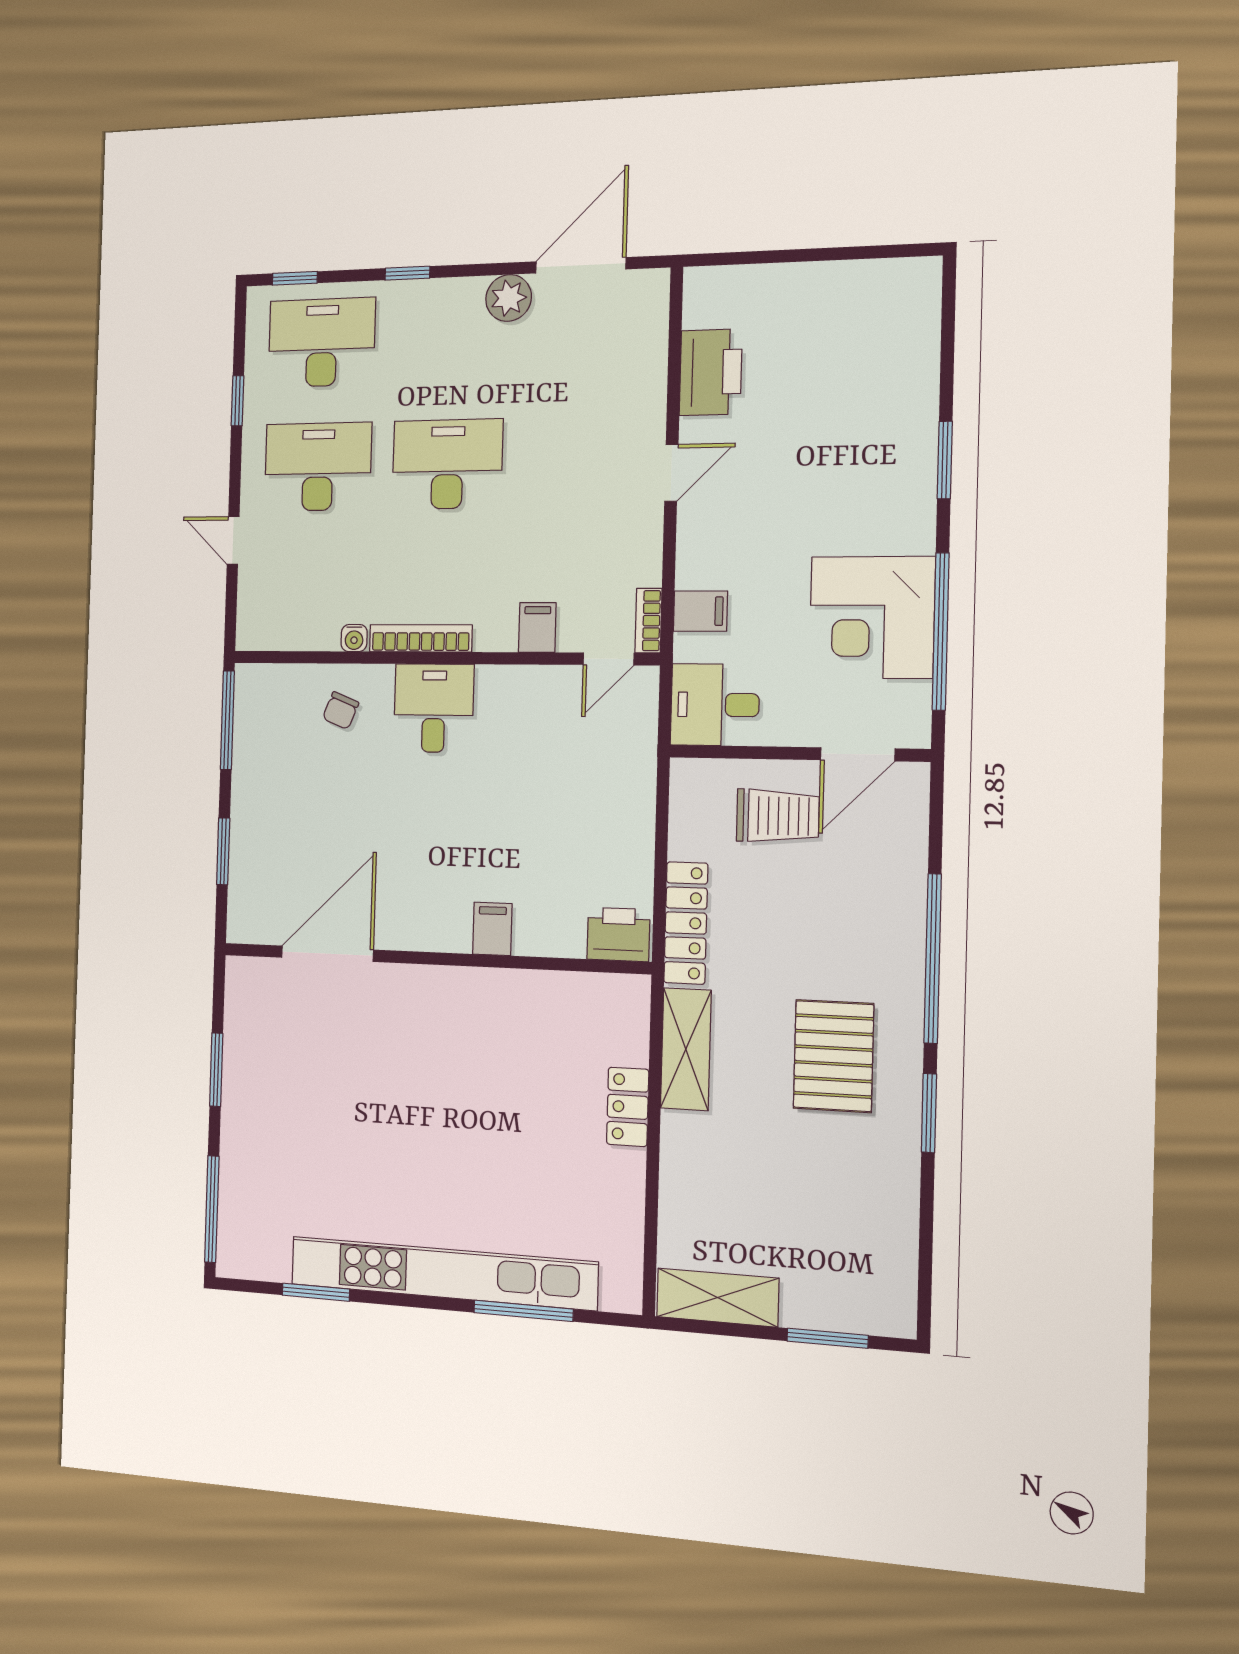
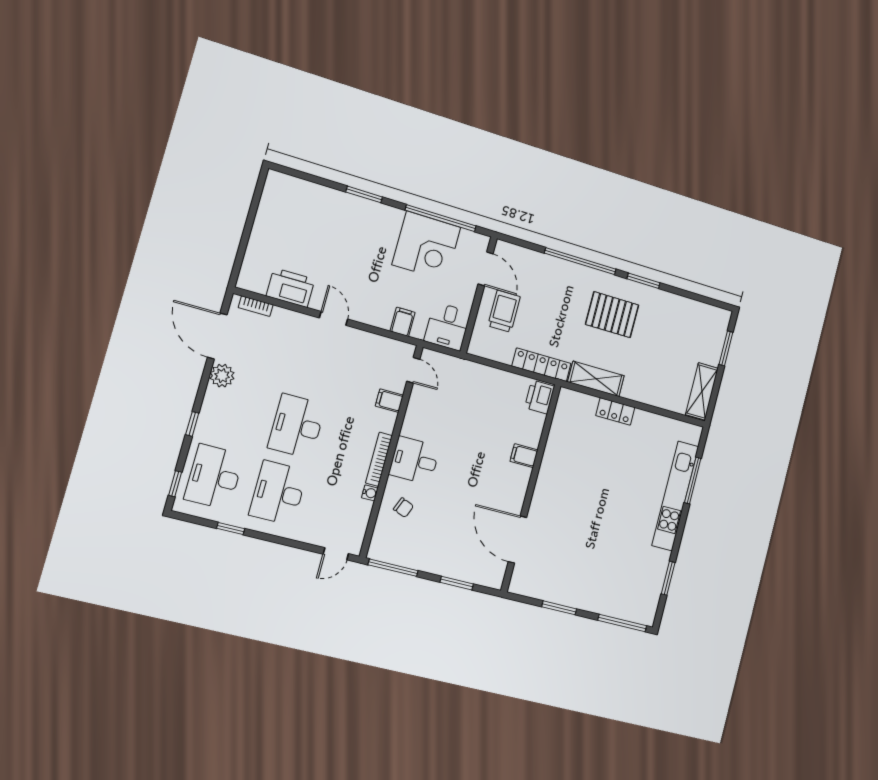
door: (233, 540) -> (336, 554), moved
bookcase: (648, 621) -> (256, 306), moved
kitchen unit: (442, 1273) -> (675, 496), width x0.73

